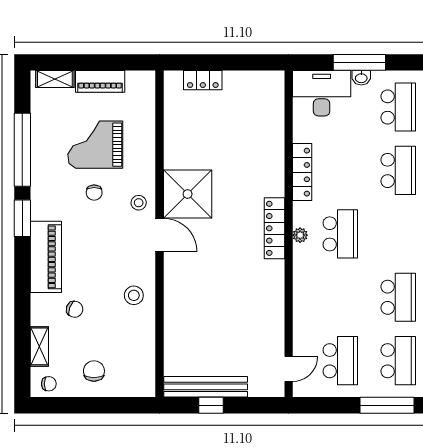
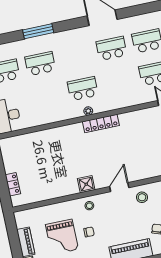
locker: (302, 172) -> (53, 117), removed
shower: (188, 194) -> (86, 184), width x0.54, depth x0.54
locker: (274, 228) -> (101, 123), moved
door: (159, 235) -> (119, 187), moved

